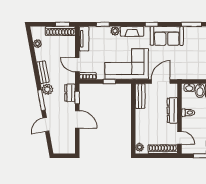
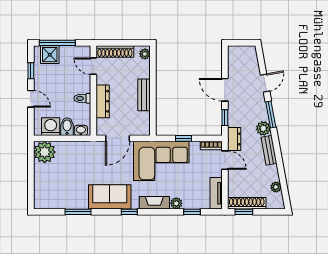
dresser: (70, 93) -> (234, 139), moved
bench: (140, 96) -> (144, 95), moved

